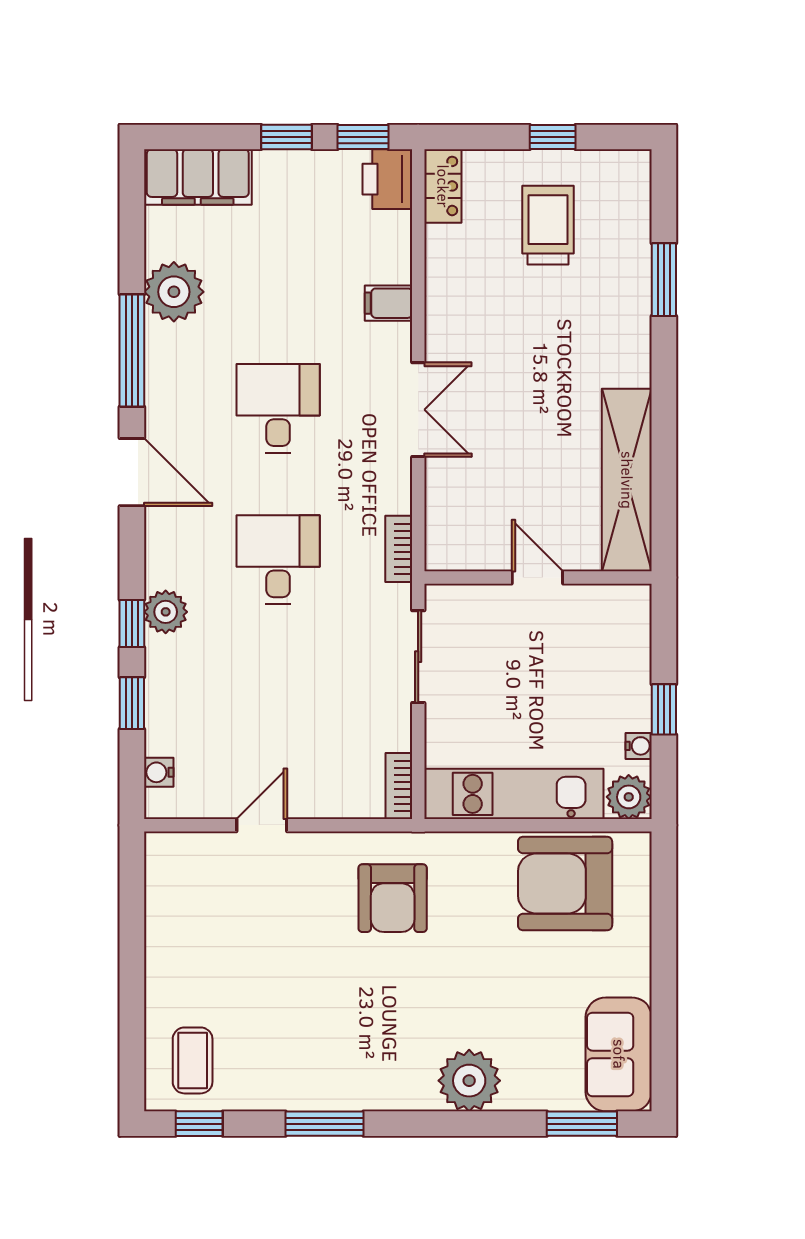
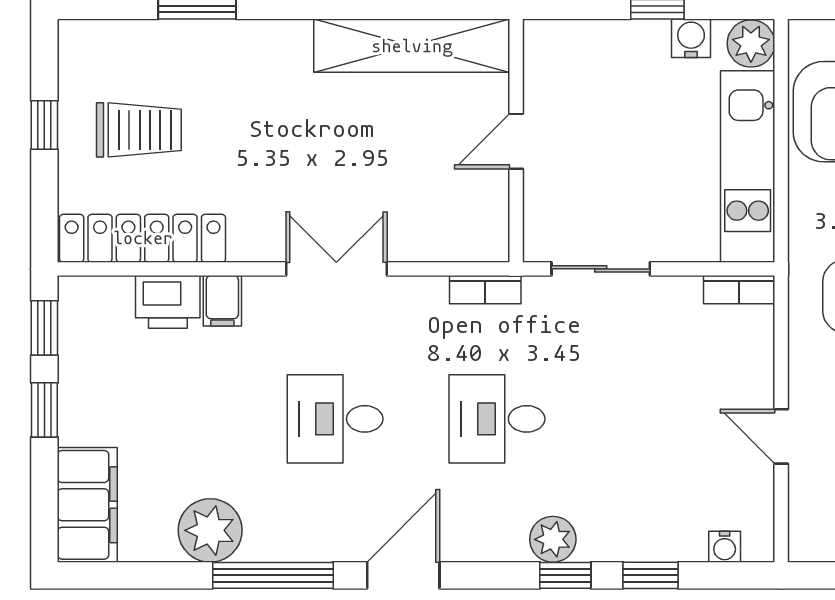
printer: (387, 179) -> (168, 302), moved
locker: (443, 186) -> (143, 238), width x2.16, depth x1.21
trolley: (548, 225) -> (139, 130), turned 180
water cooler: (639, 746) -> (691, 38), width x1.38, depth x1.38

